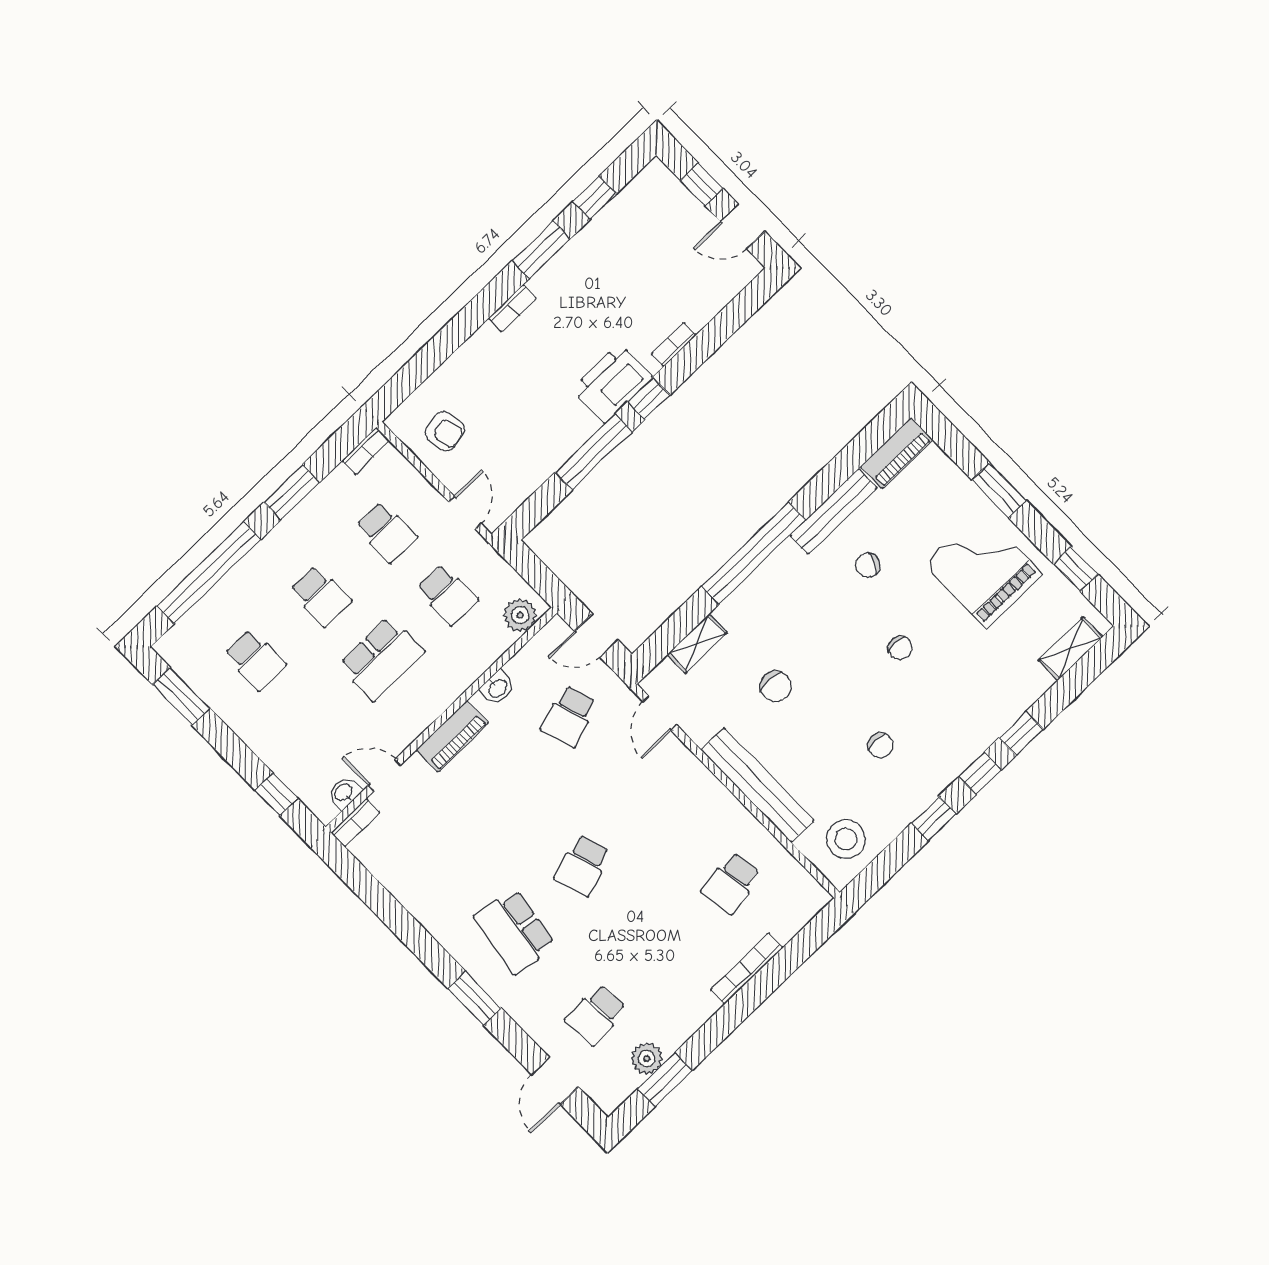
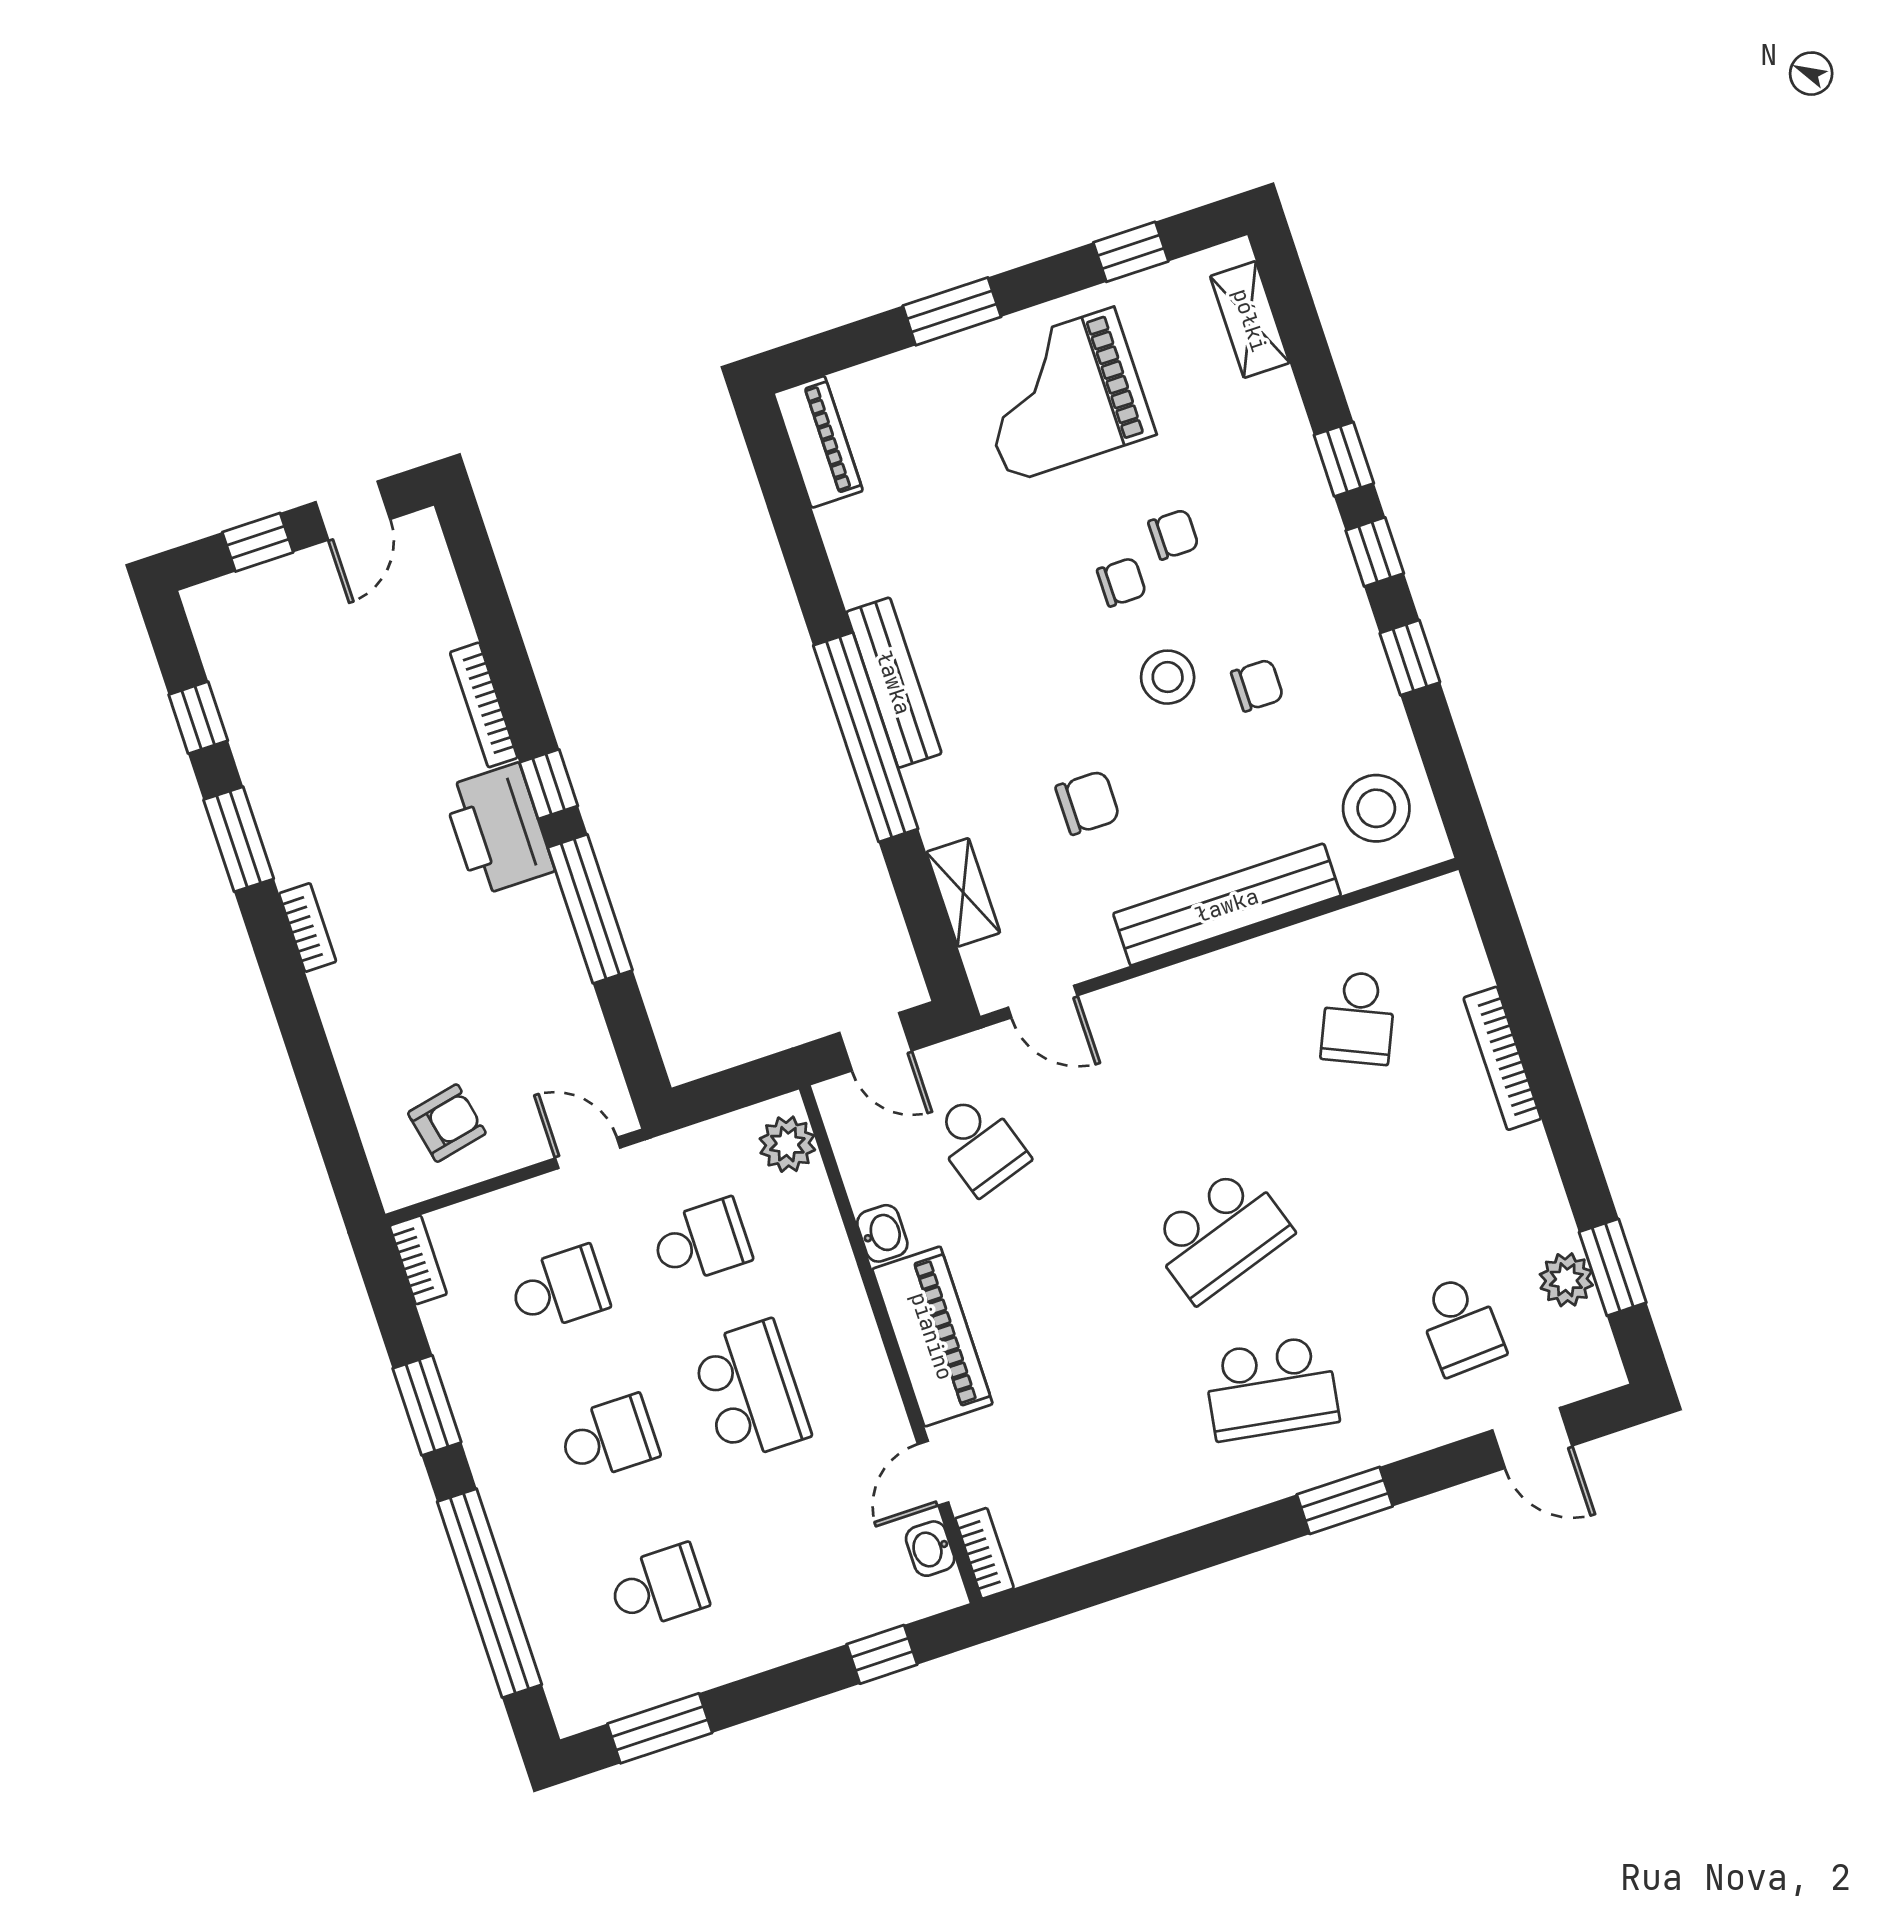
bookcase: (674, 344) -> (484, 705), width x1.56
bench: (833, 511) -> (894, 683), moved
chair: (868, 565) -> (1173, 534), moved, turned -116
door: (596, 636) -> (876, 1042), hinge flipped
stool: (862, 696) -> (1168, 677), added
piano: (452, 736) -> (932, 1336), width x1.37, depth x1.33
school desk: (583, 865) -> (1220, 1235), width x1.85
school desk: (731, 883) -> (1358, 1018), turned 33

